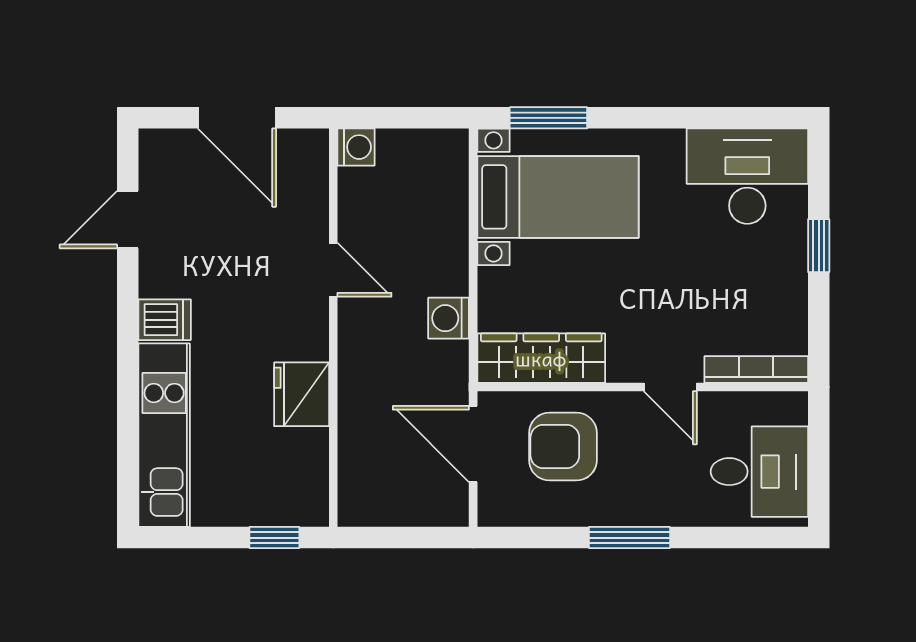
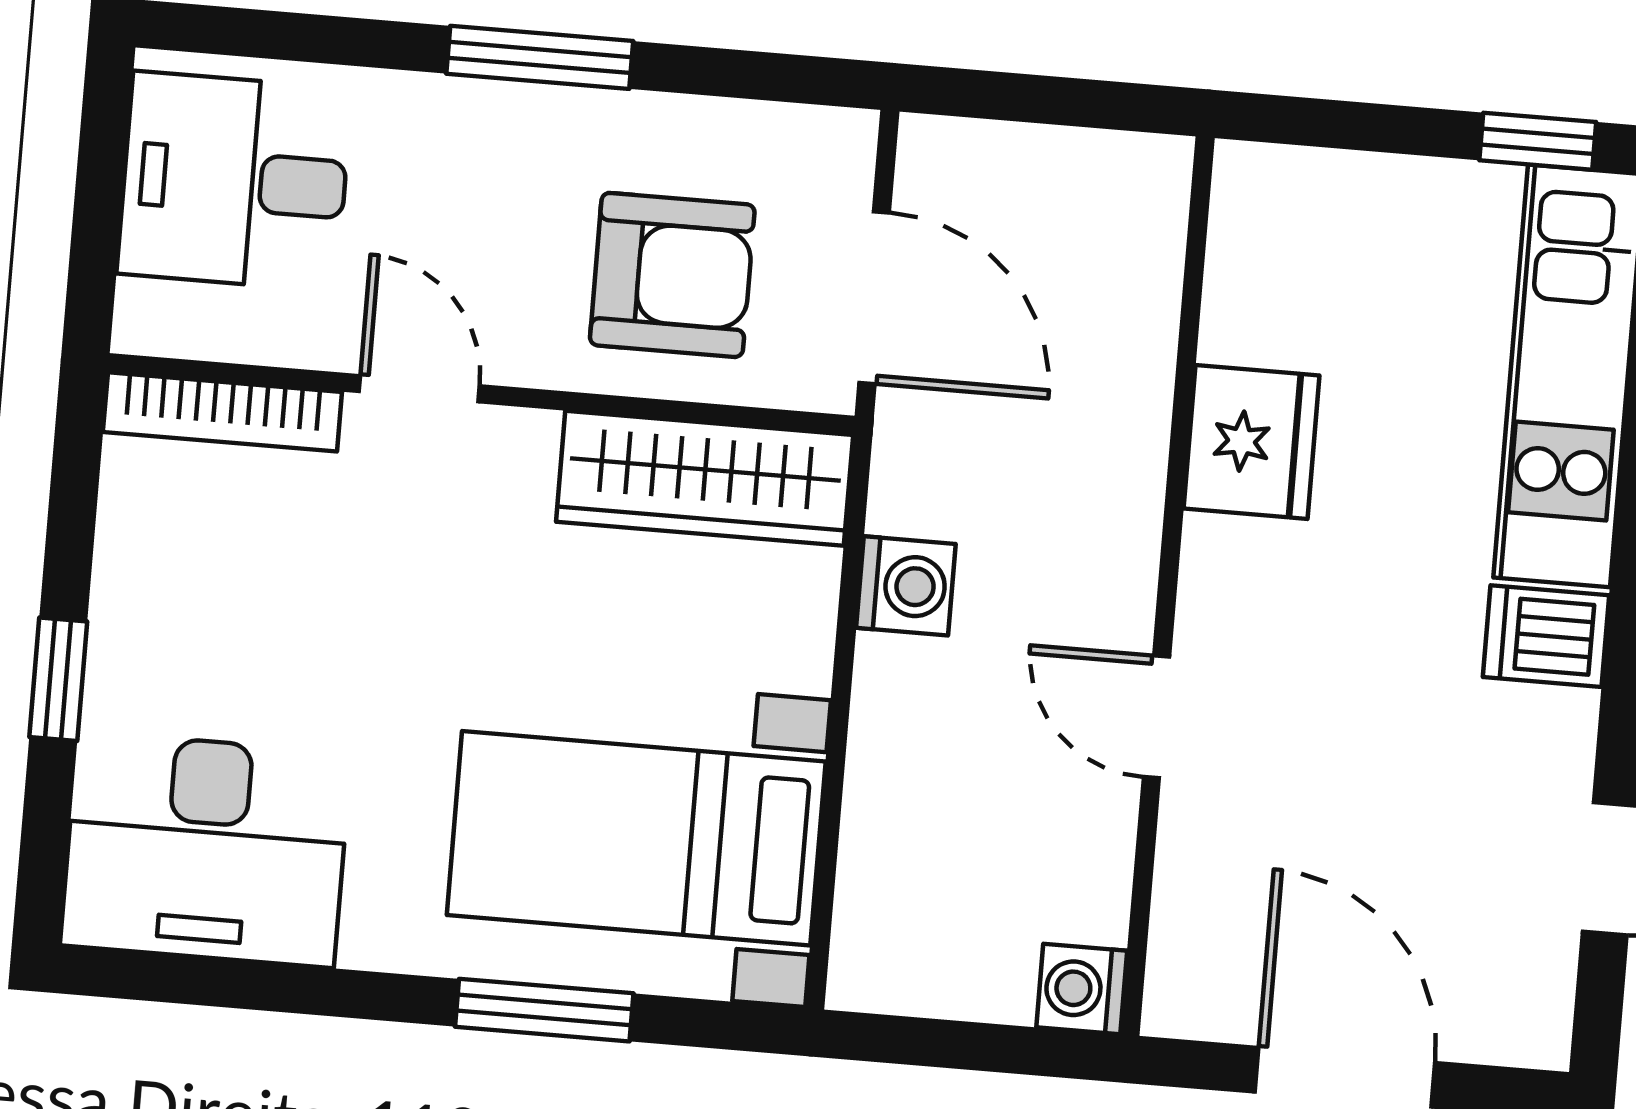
window: (548, 118) -> (544, 1010), moved
window: (274, 538) -> (1538, 141), moved

